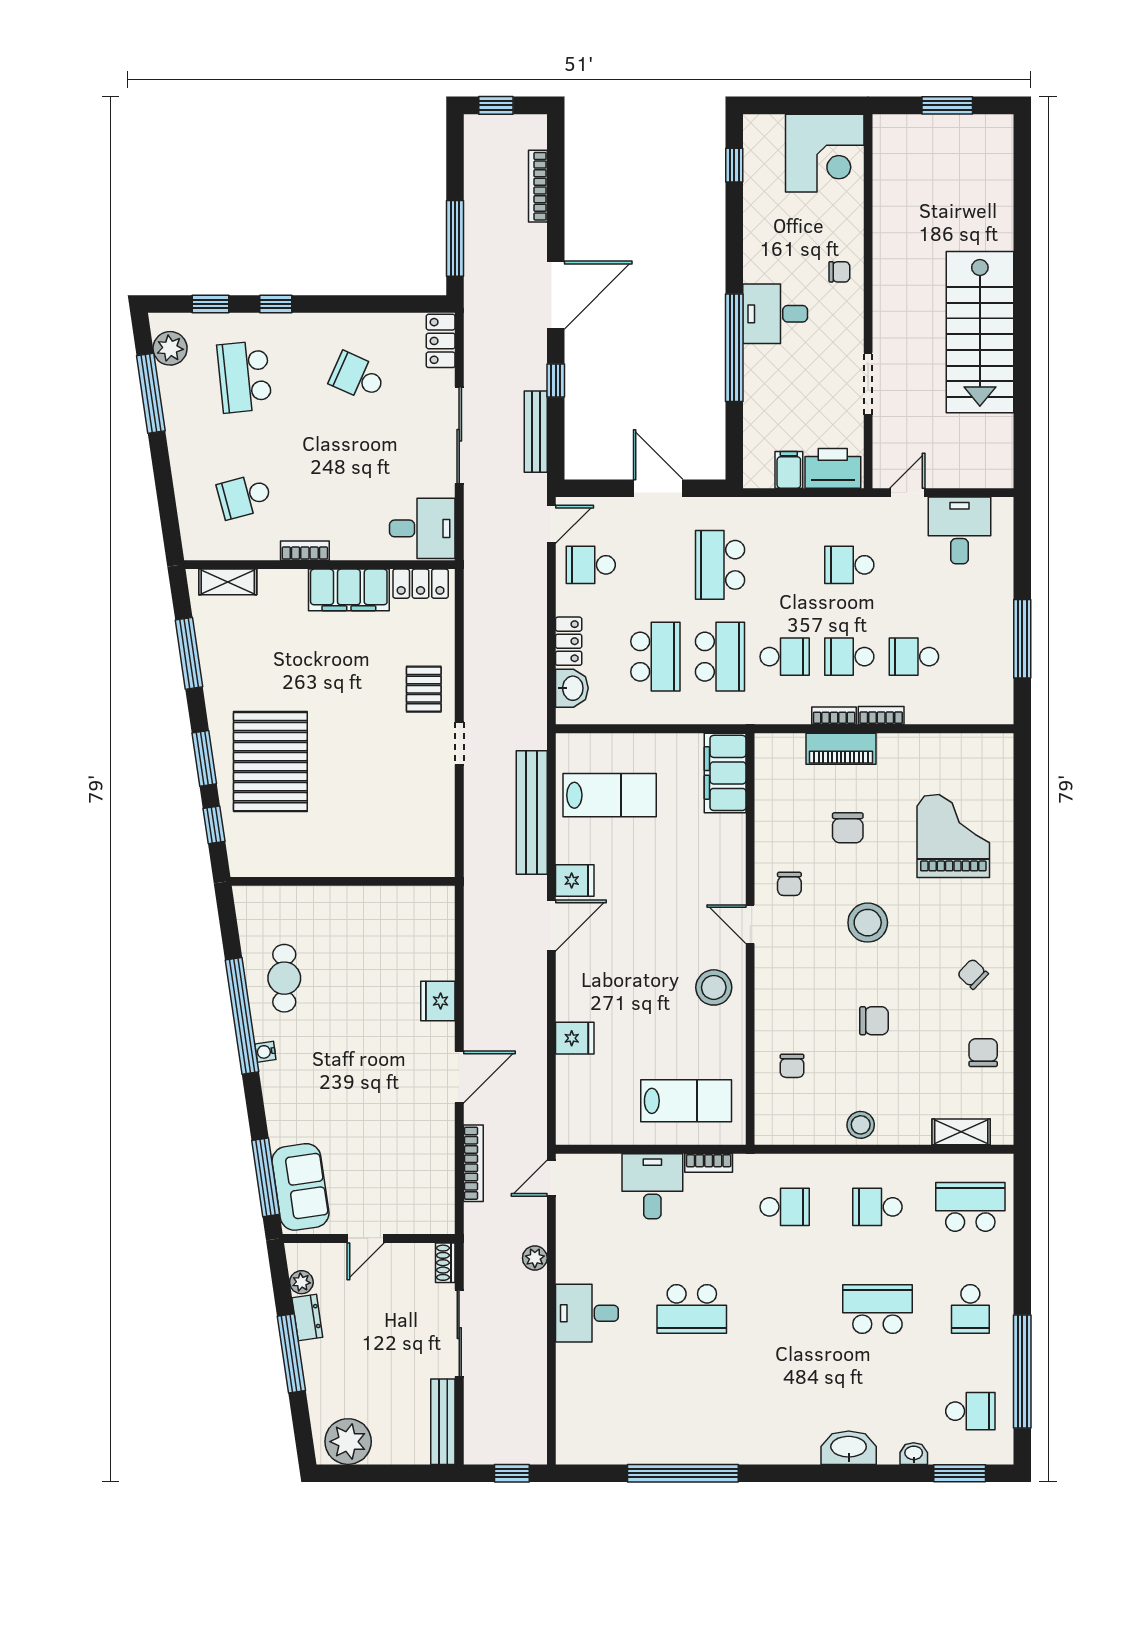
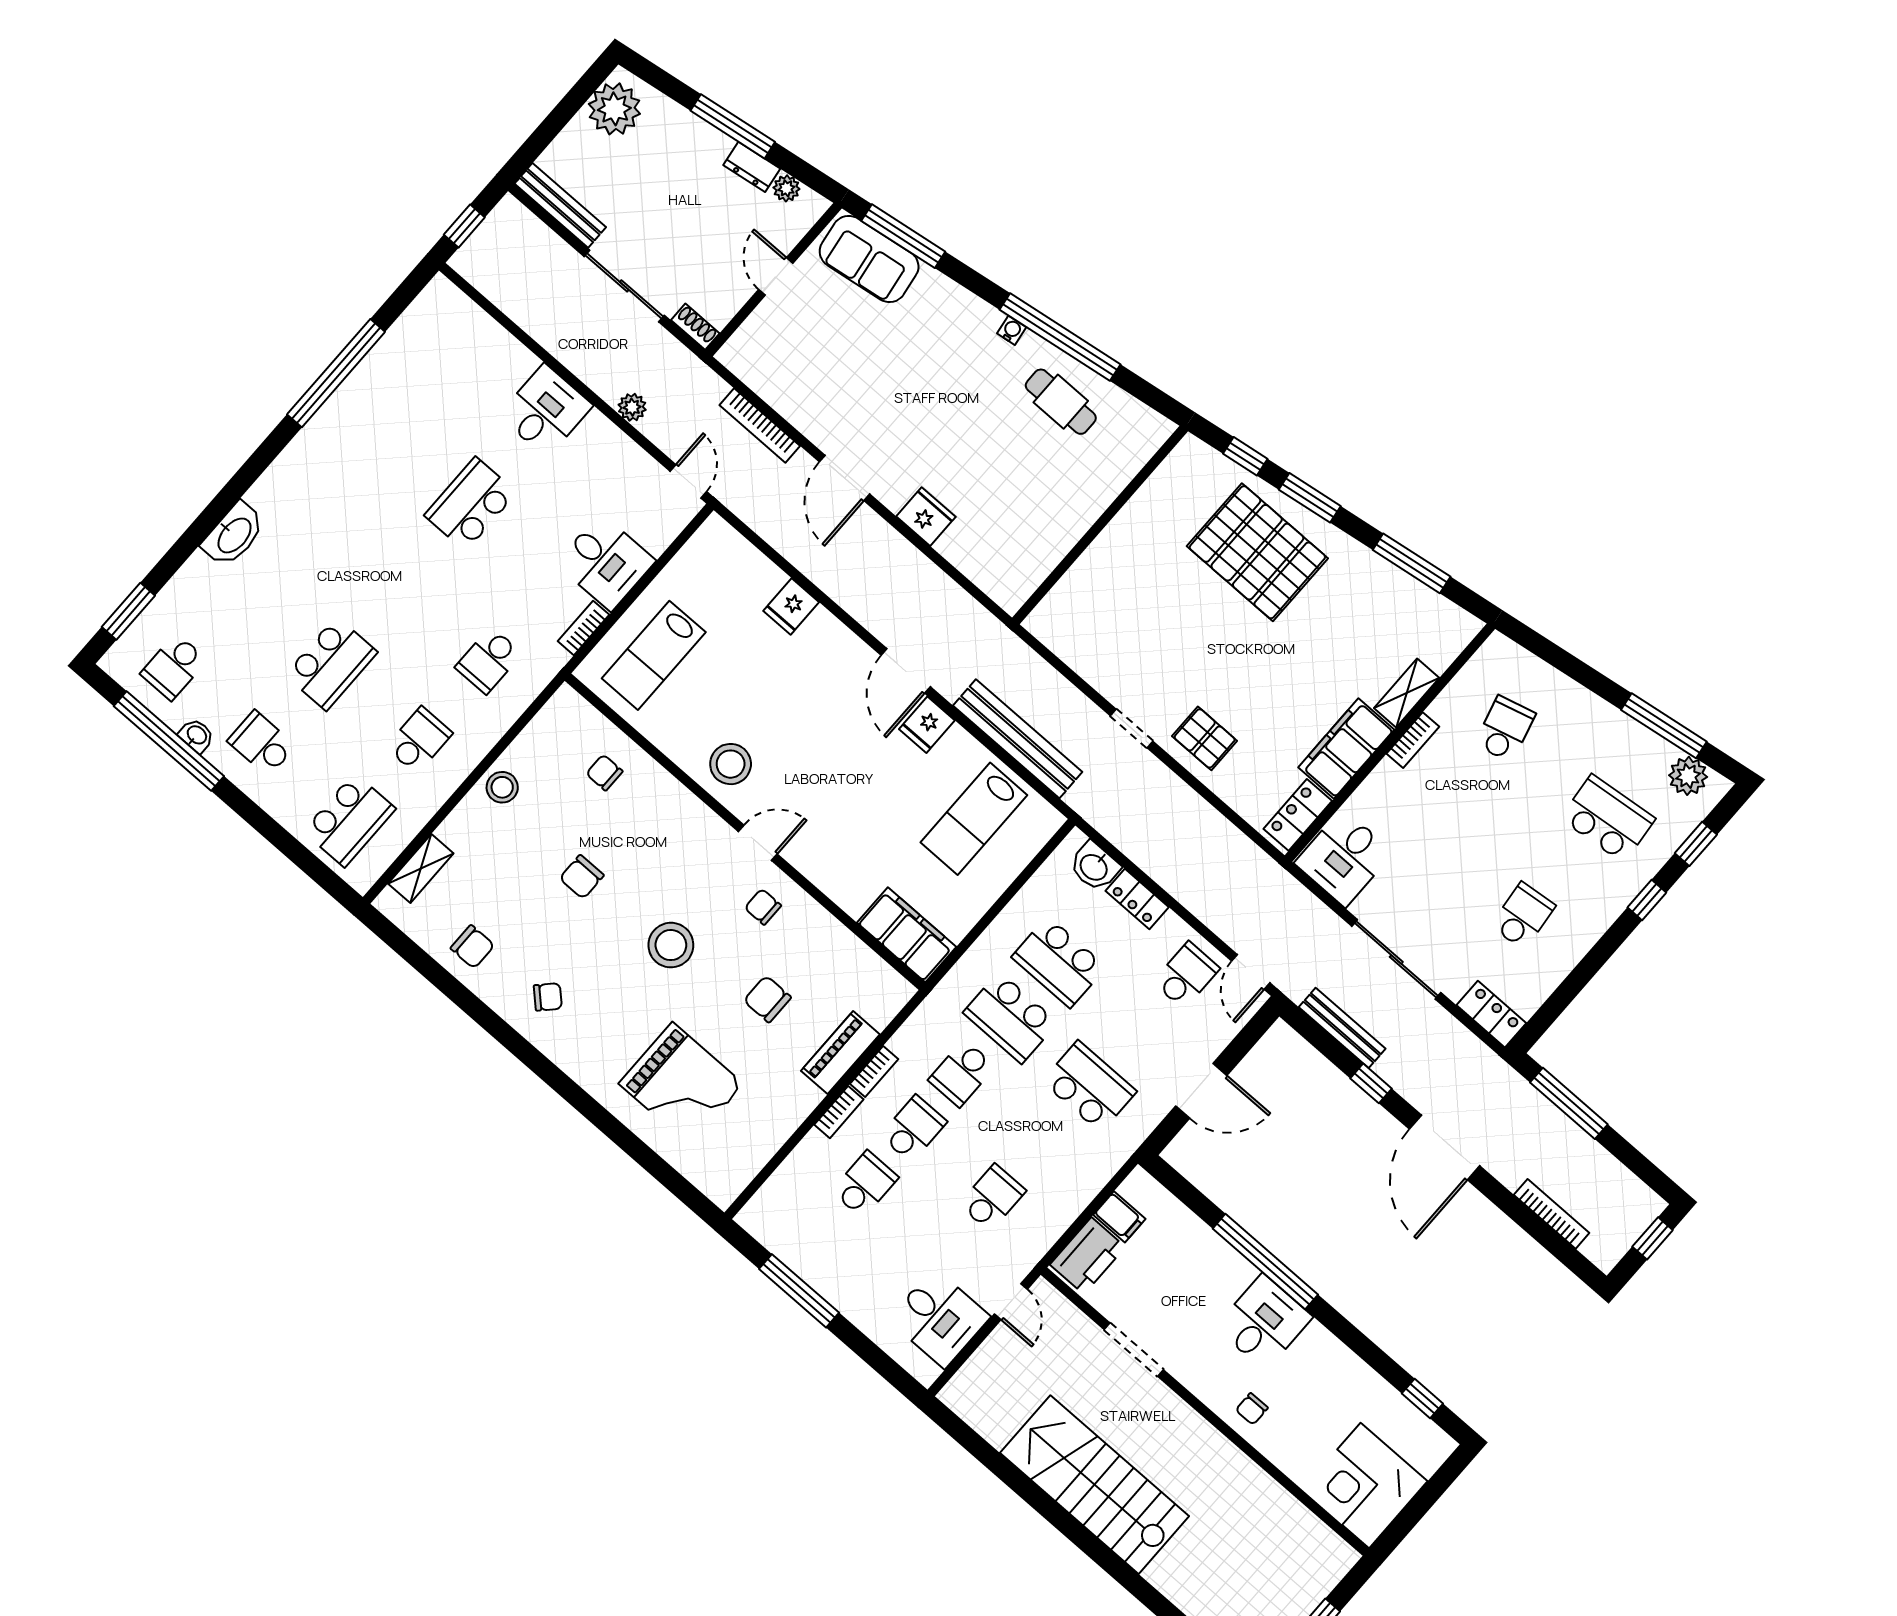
school desk: (358, 377) -> (1523, 916), turned -30
shelving: (228, 582) -> (1407, 693), moved
washbasin: (914, 1454) -> (196, 735), moved, turned -90

